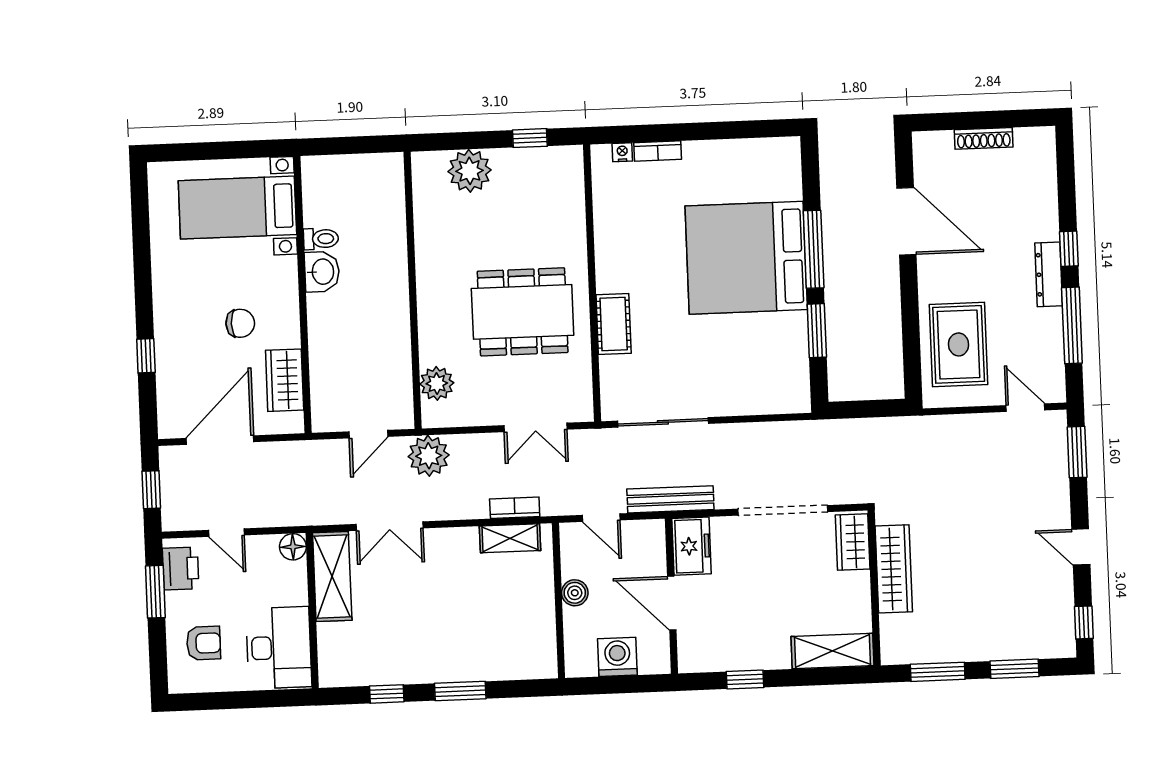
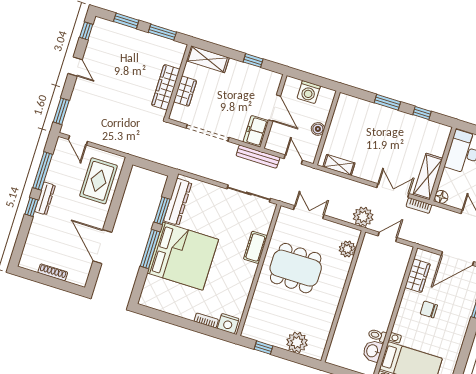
nightstand: (622, 152) -> (228, 324), width x1.89, depth x1.79
washbasin: (322, 272) -> (373, 351), moved
dresser: (793, 358) -> (178, 202), added
bookcase: (515, 508) -> (419, 205), moved
wardrobe: (853, 542) -> (185, 91), moved

